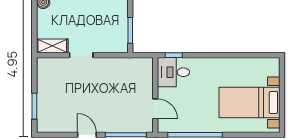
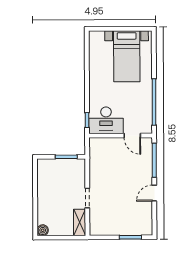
desk: (173, 72) -> (106, 120), width x1.37
door: (155, 109) -> (132, 136), swing flipped

